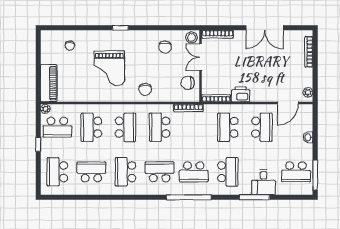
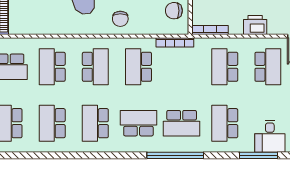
printer: (241, 94) -> (255, 25), moved
school desk: (91, 172) -> (52, 123), turned -90
school desk: (228, 172) -> (225, 123), turned 180

